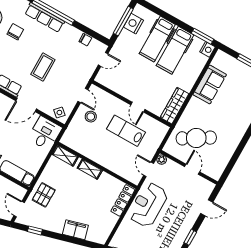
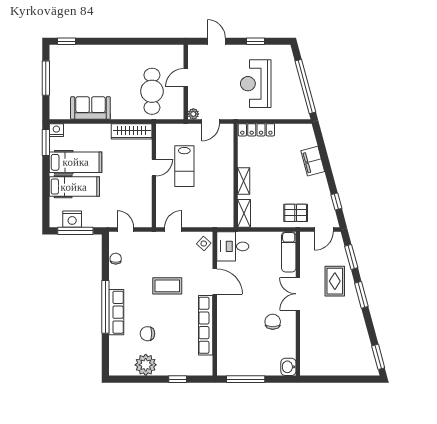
stool: (91, 117) -> (190, 210), removed
cafe table: (196, 138) -> (152, 91), turned 31
reception desk: (148, 205) -> (256, 84), moved, turned 90

